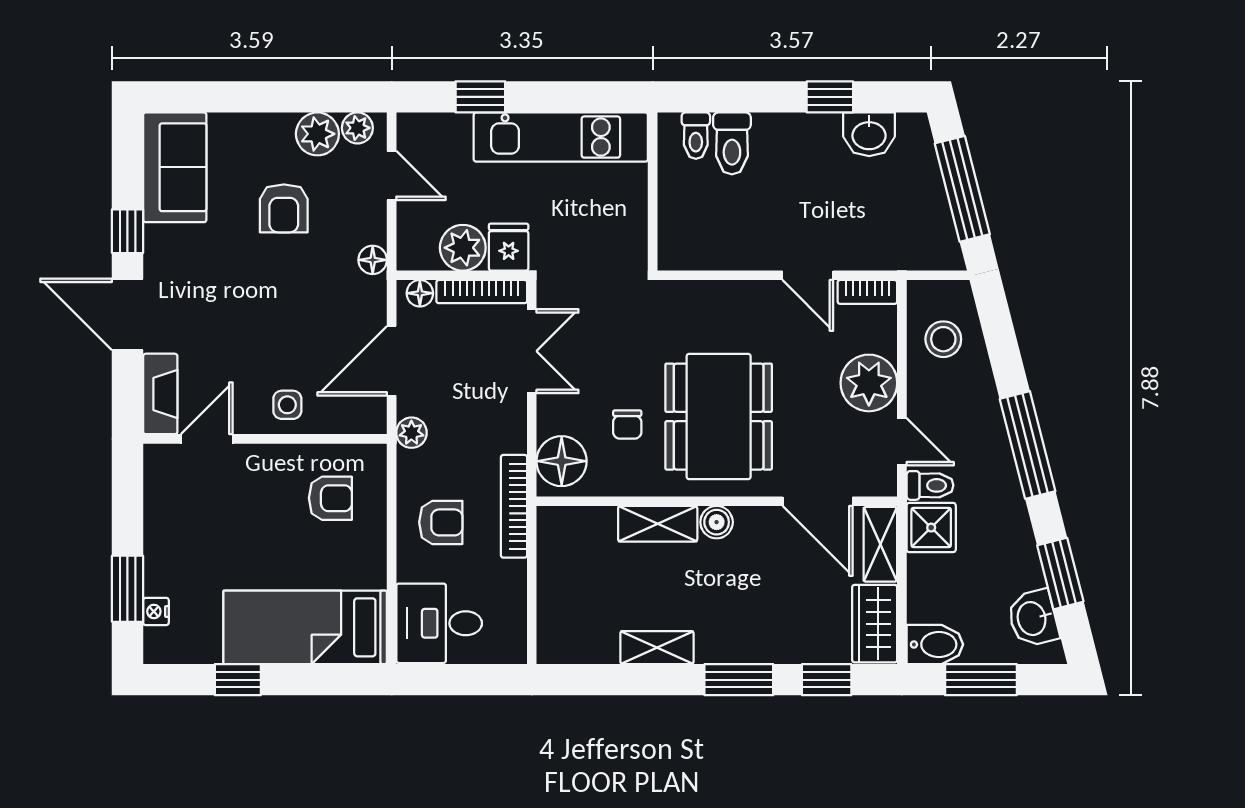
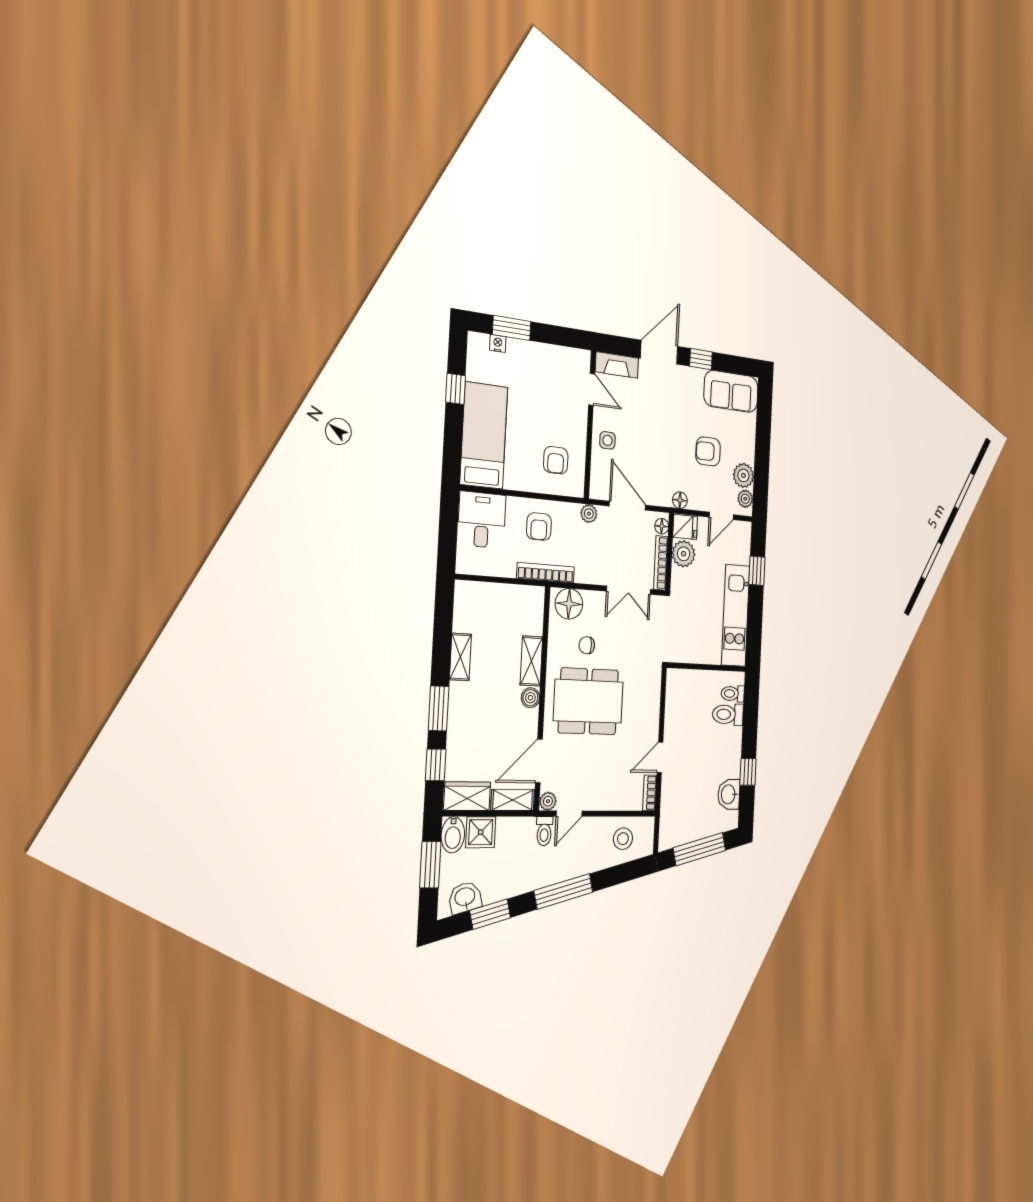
fridge: (509, 247) -> (685, 527), moved
plant: (869, 383) -> (548, 801), moved, width x0.53, depth x0.53
shower: (931, 528) -> (481, 832), moved

